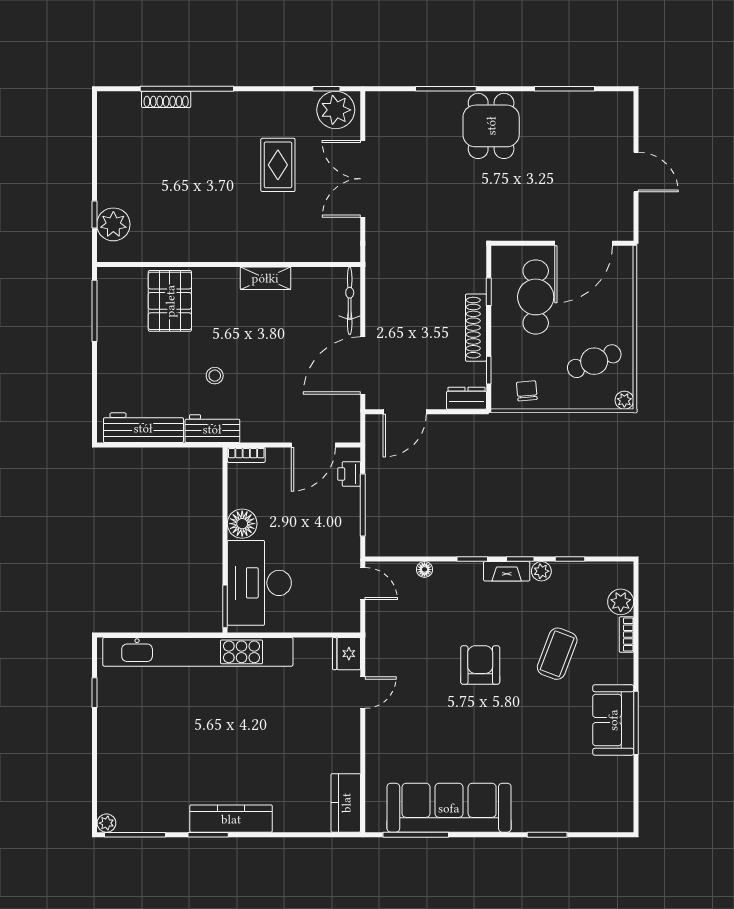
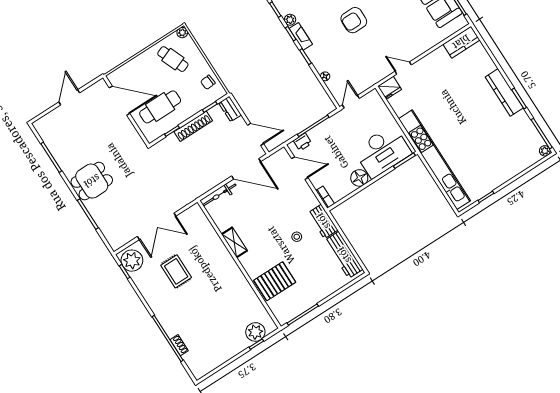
shoe rack: (166, 99) -> (179, 345), width x0.70
rug: (278, 165) -> (176, 271), turned 90

